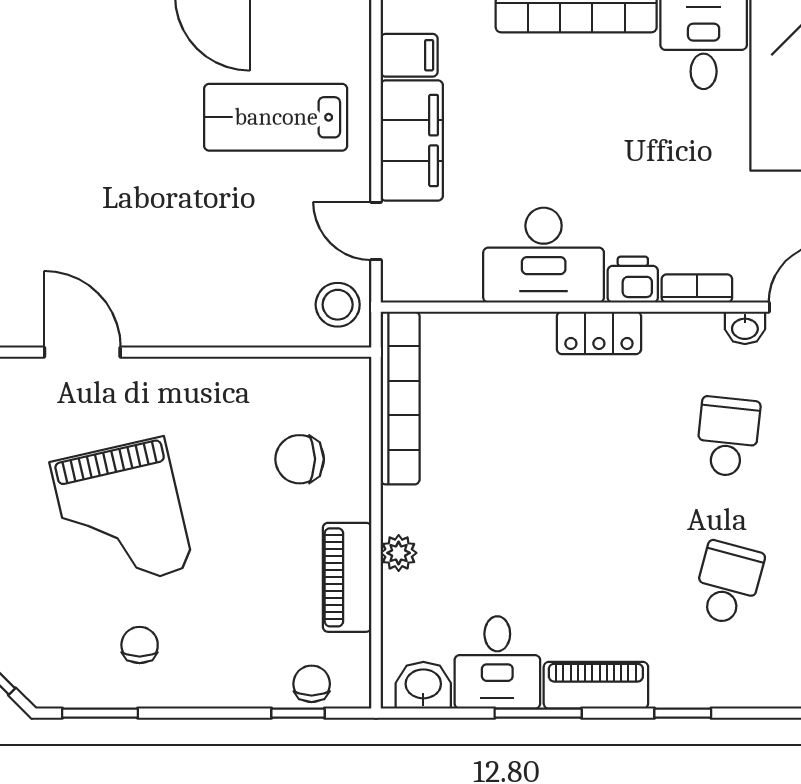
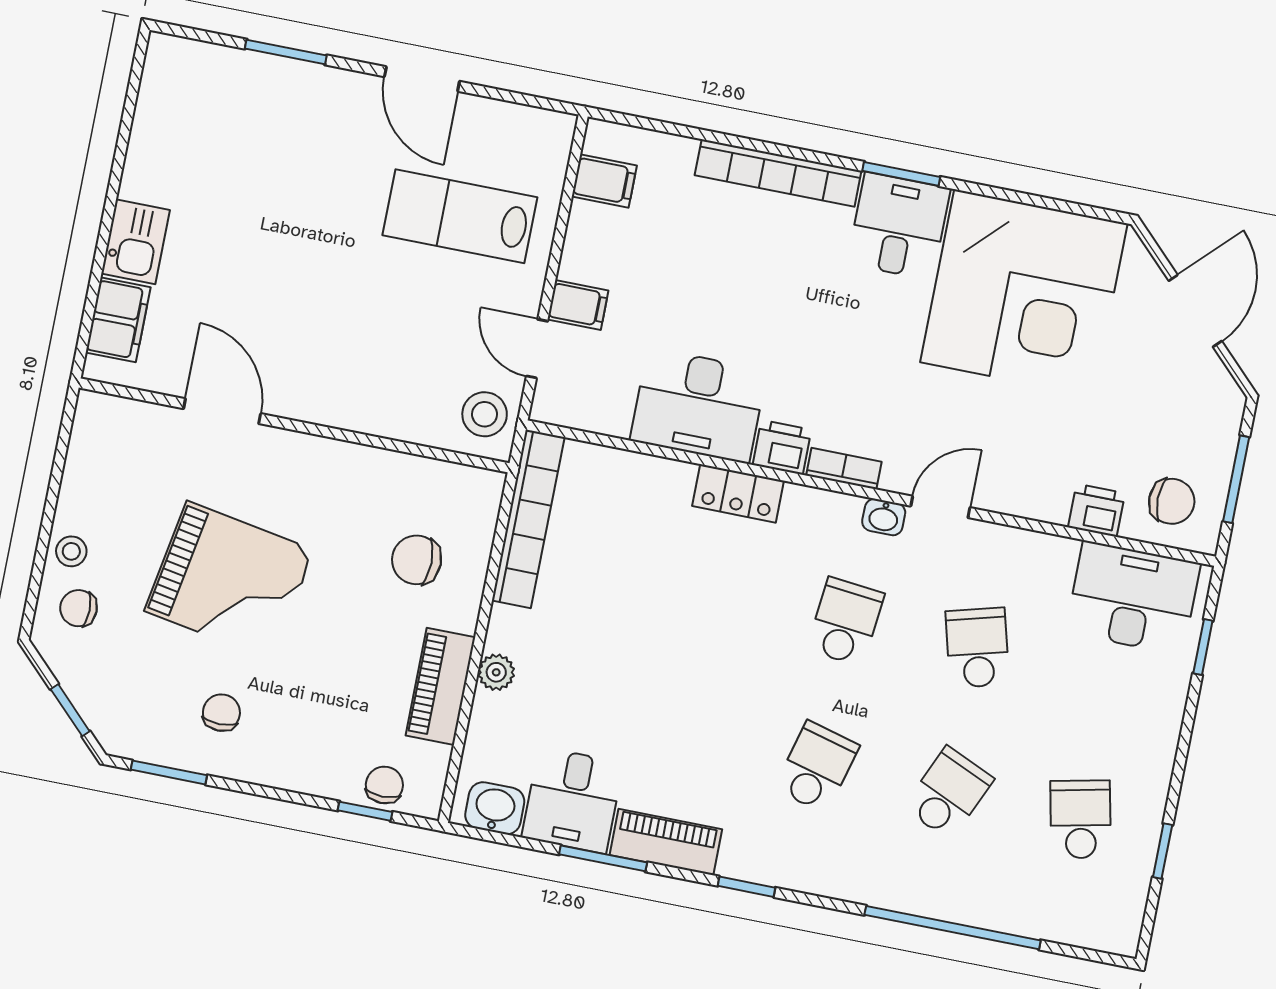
filing cabinet: (412, 140) -> (578, 305), width x0.33, depth x0.86
grand piano: (122, 515) -> (229, 581), turned -67

